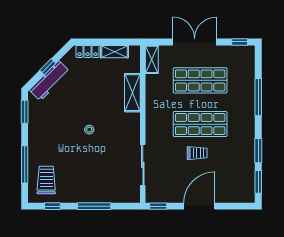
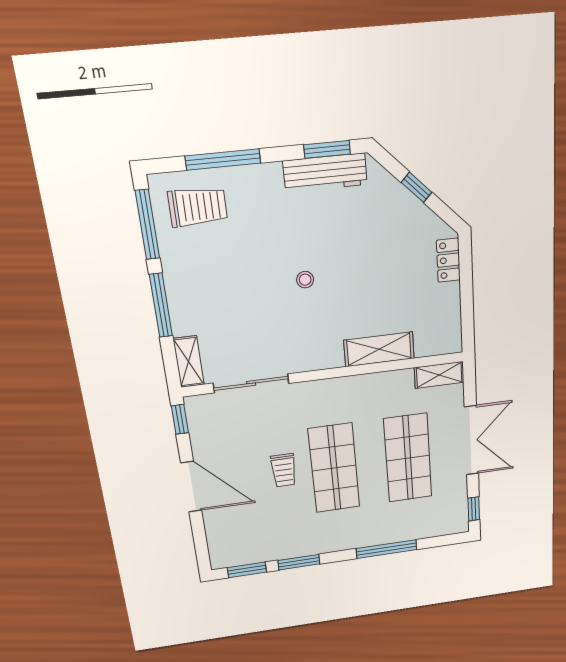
shelving: (115, 52) -> (189, 362), moved
workbench: (50, 81) -> (325, 173), moved, turned -45
window: (52, 206) -> (147, 225), width x2.17

